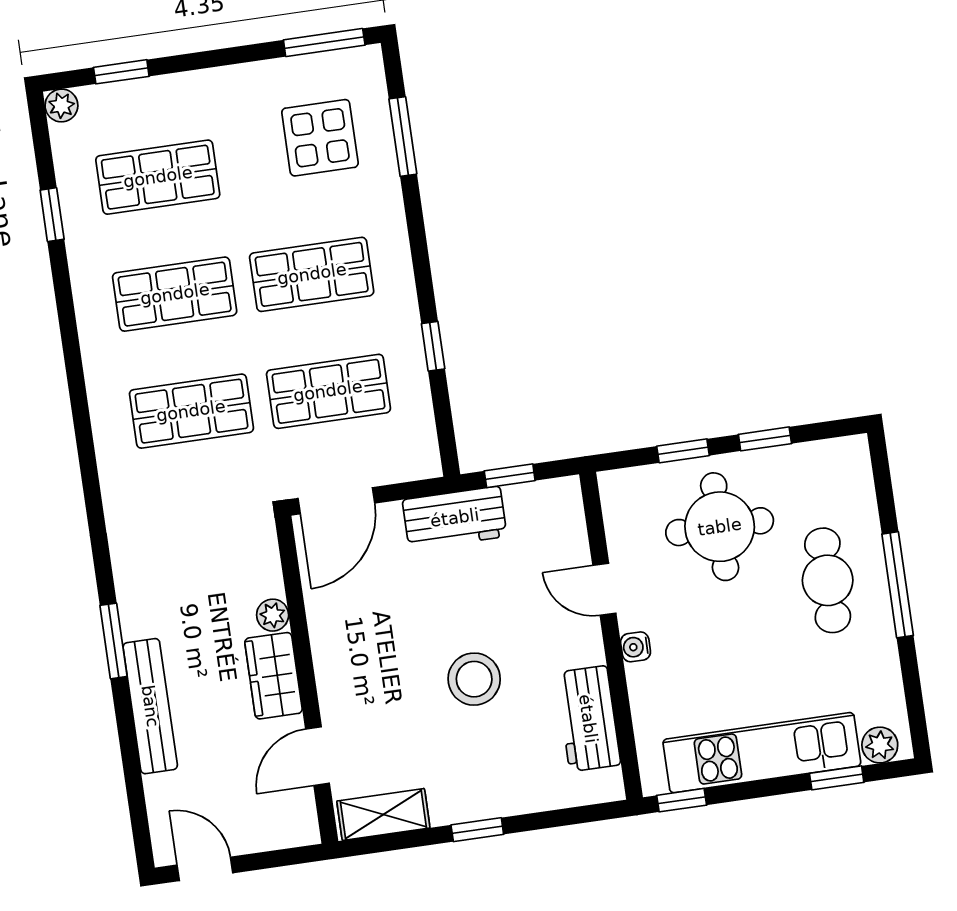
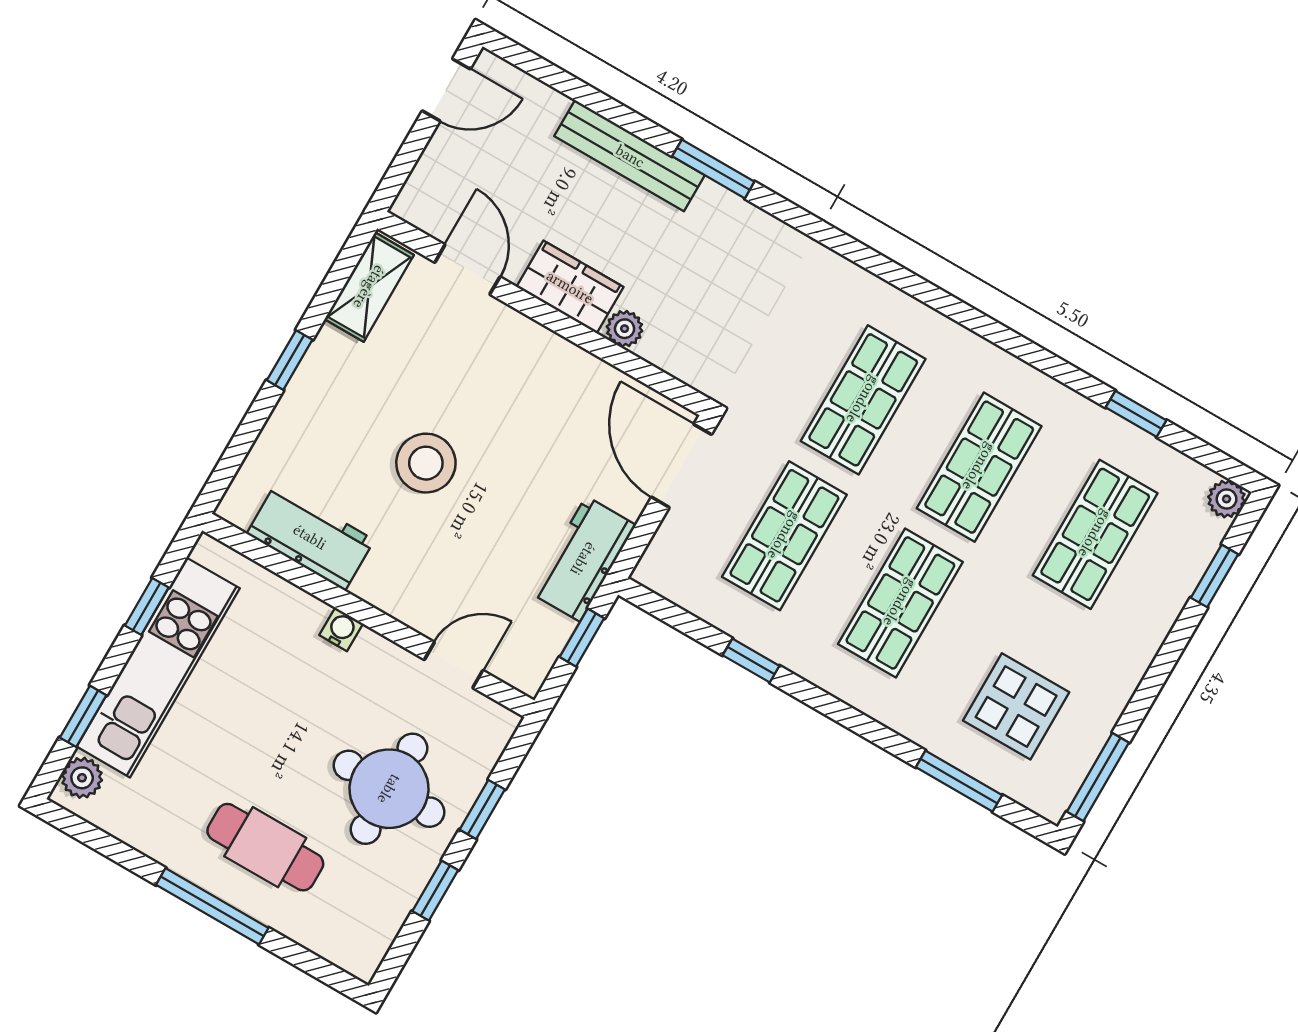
door: (604, 589) -> (454, 665), moved
window: (682, 800) -> (147, 607), moved

